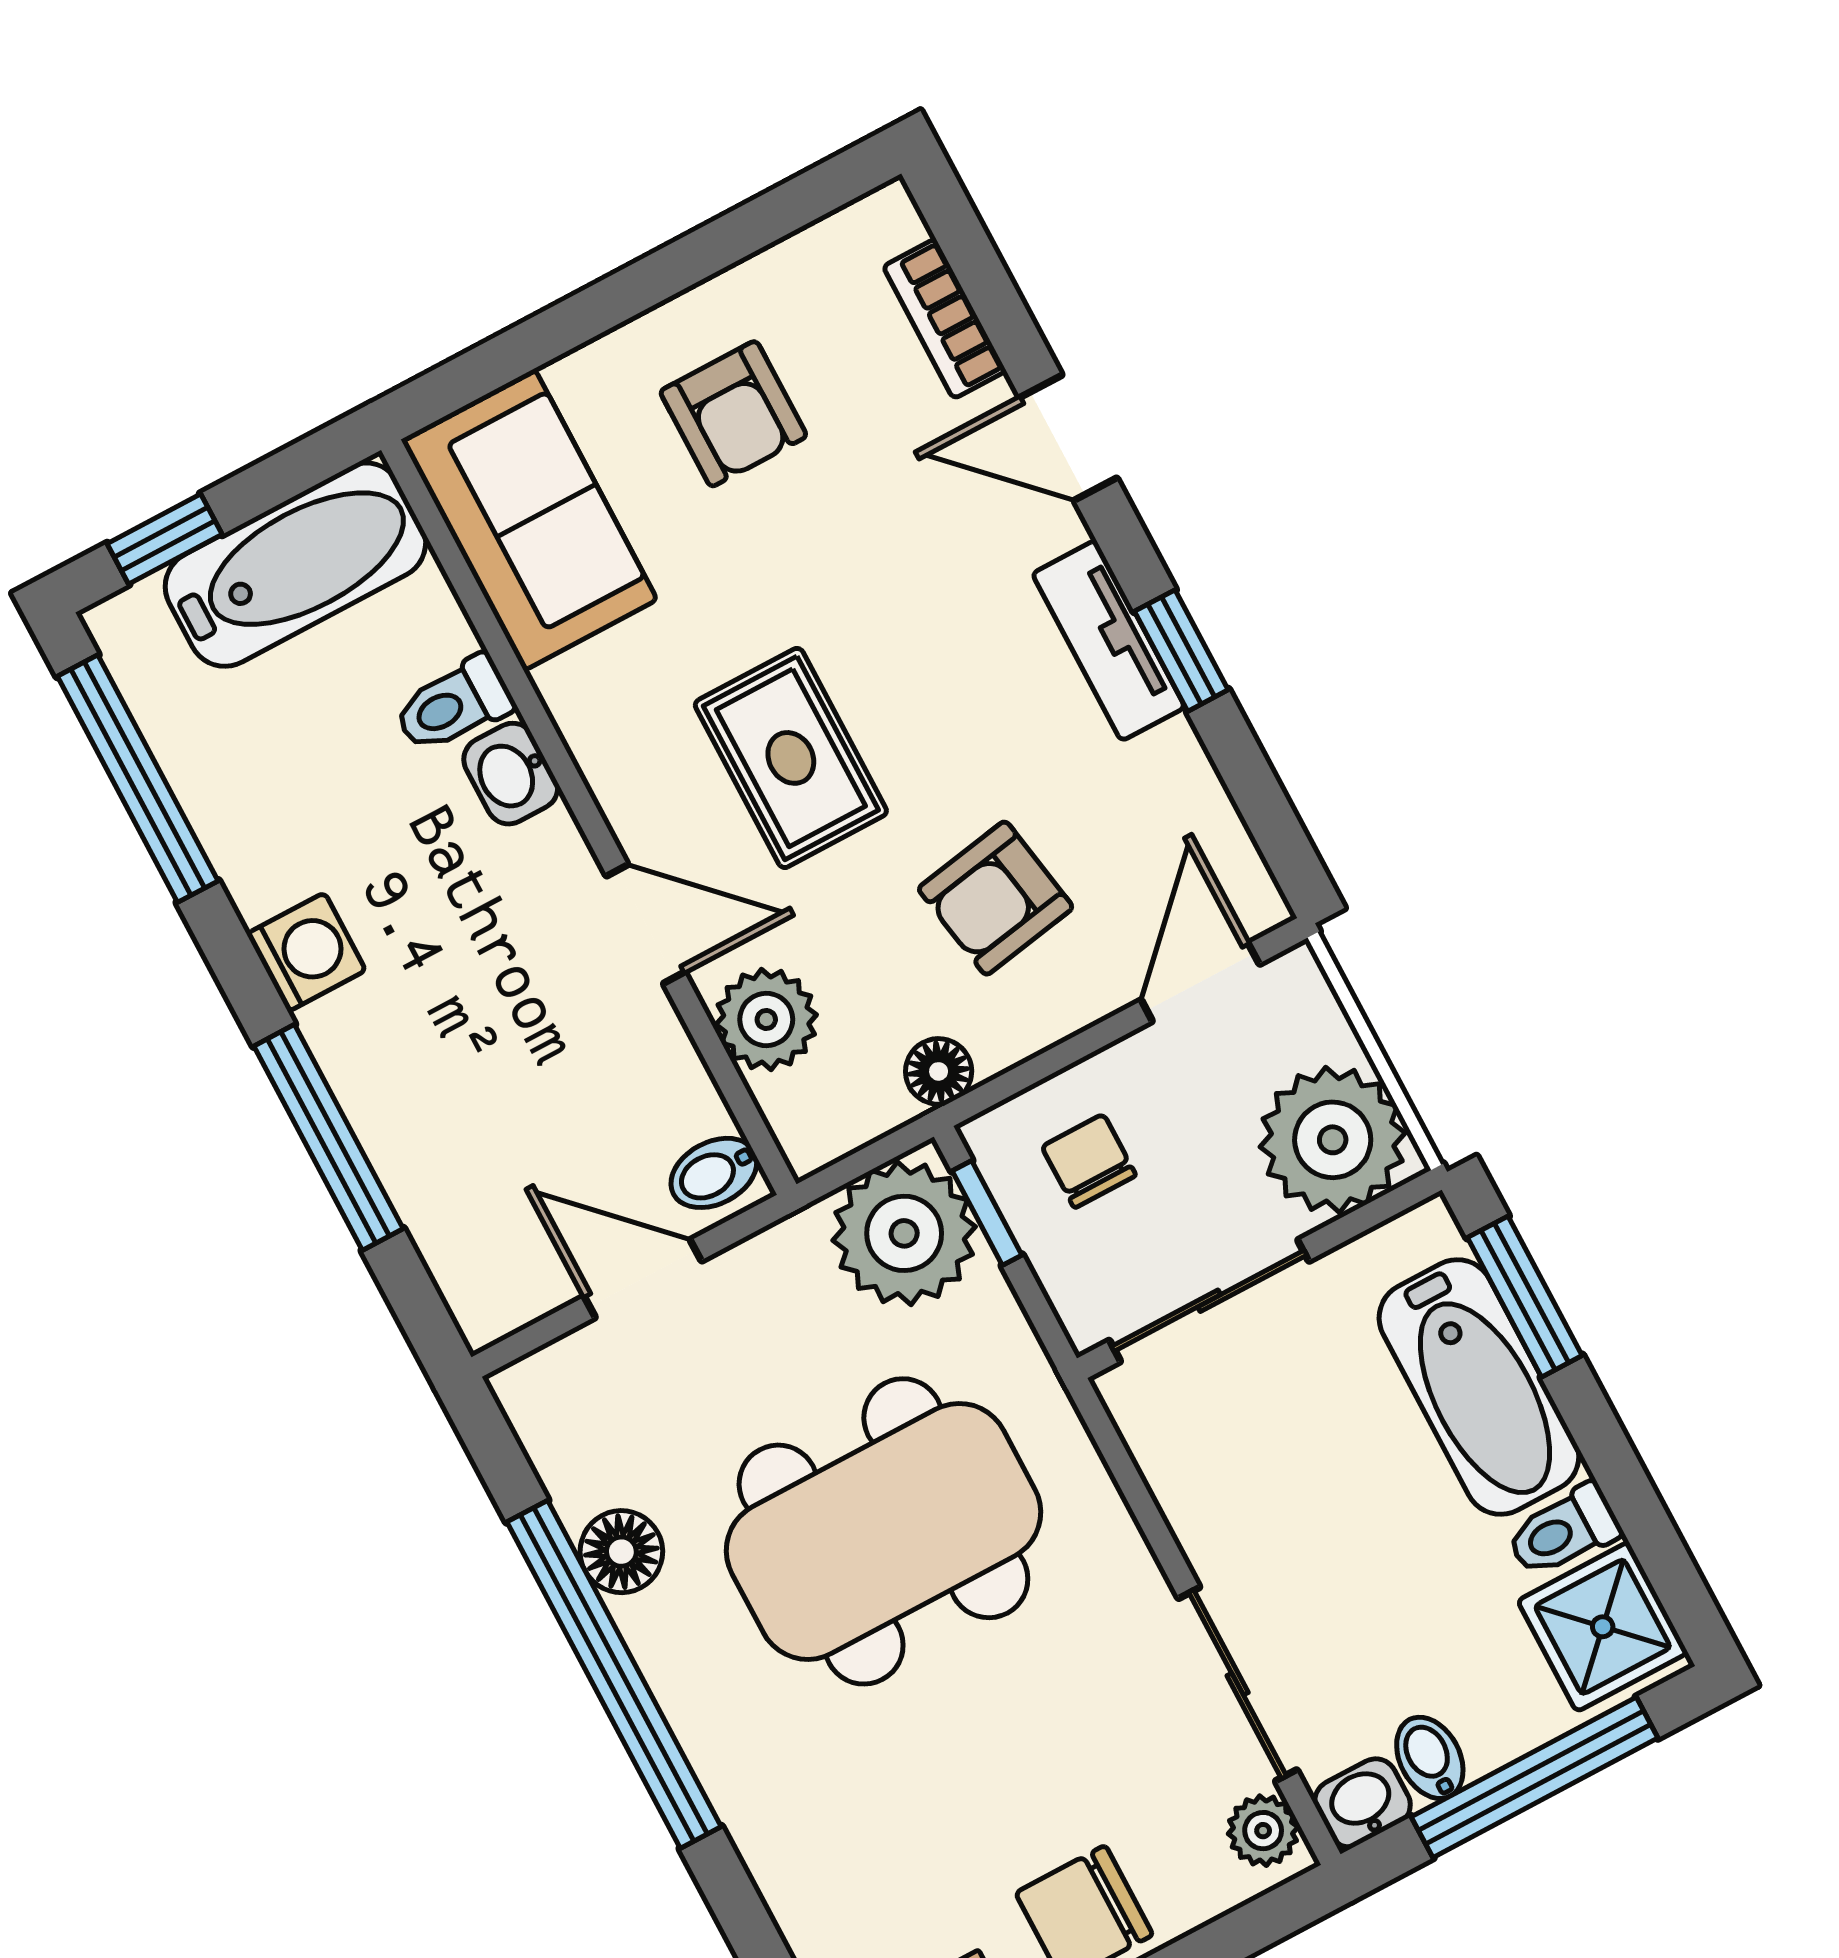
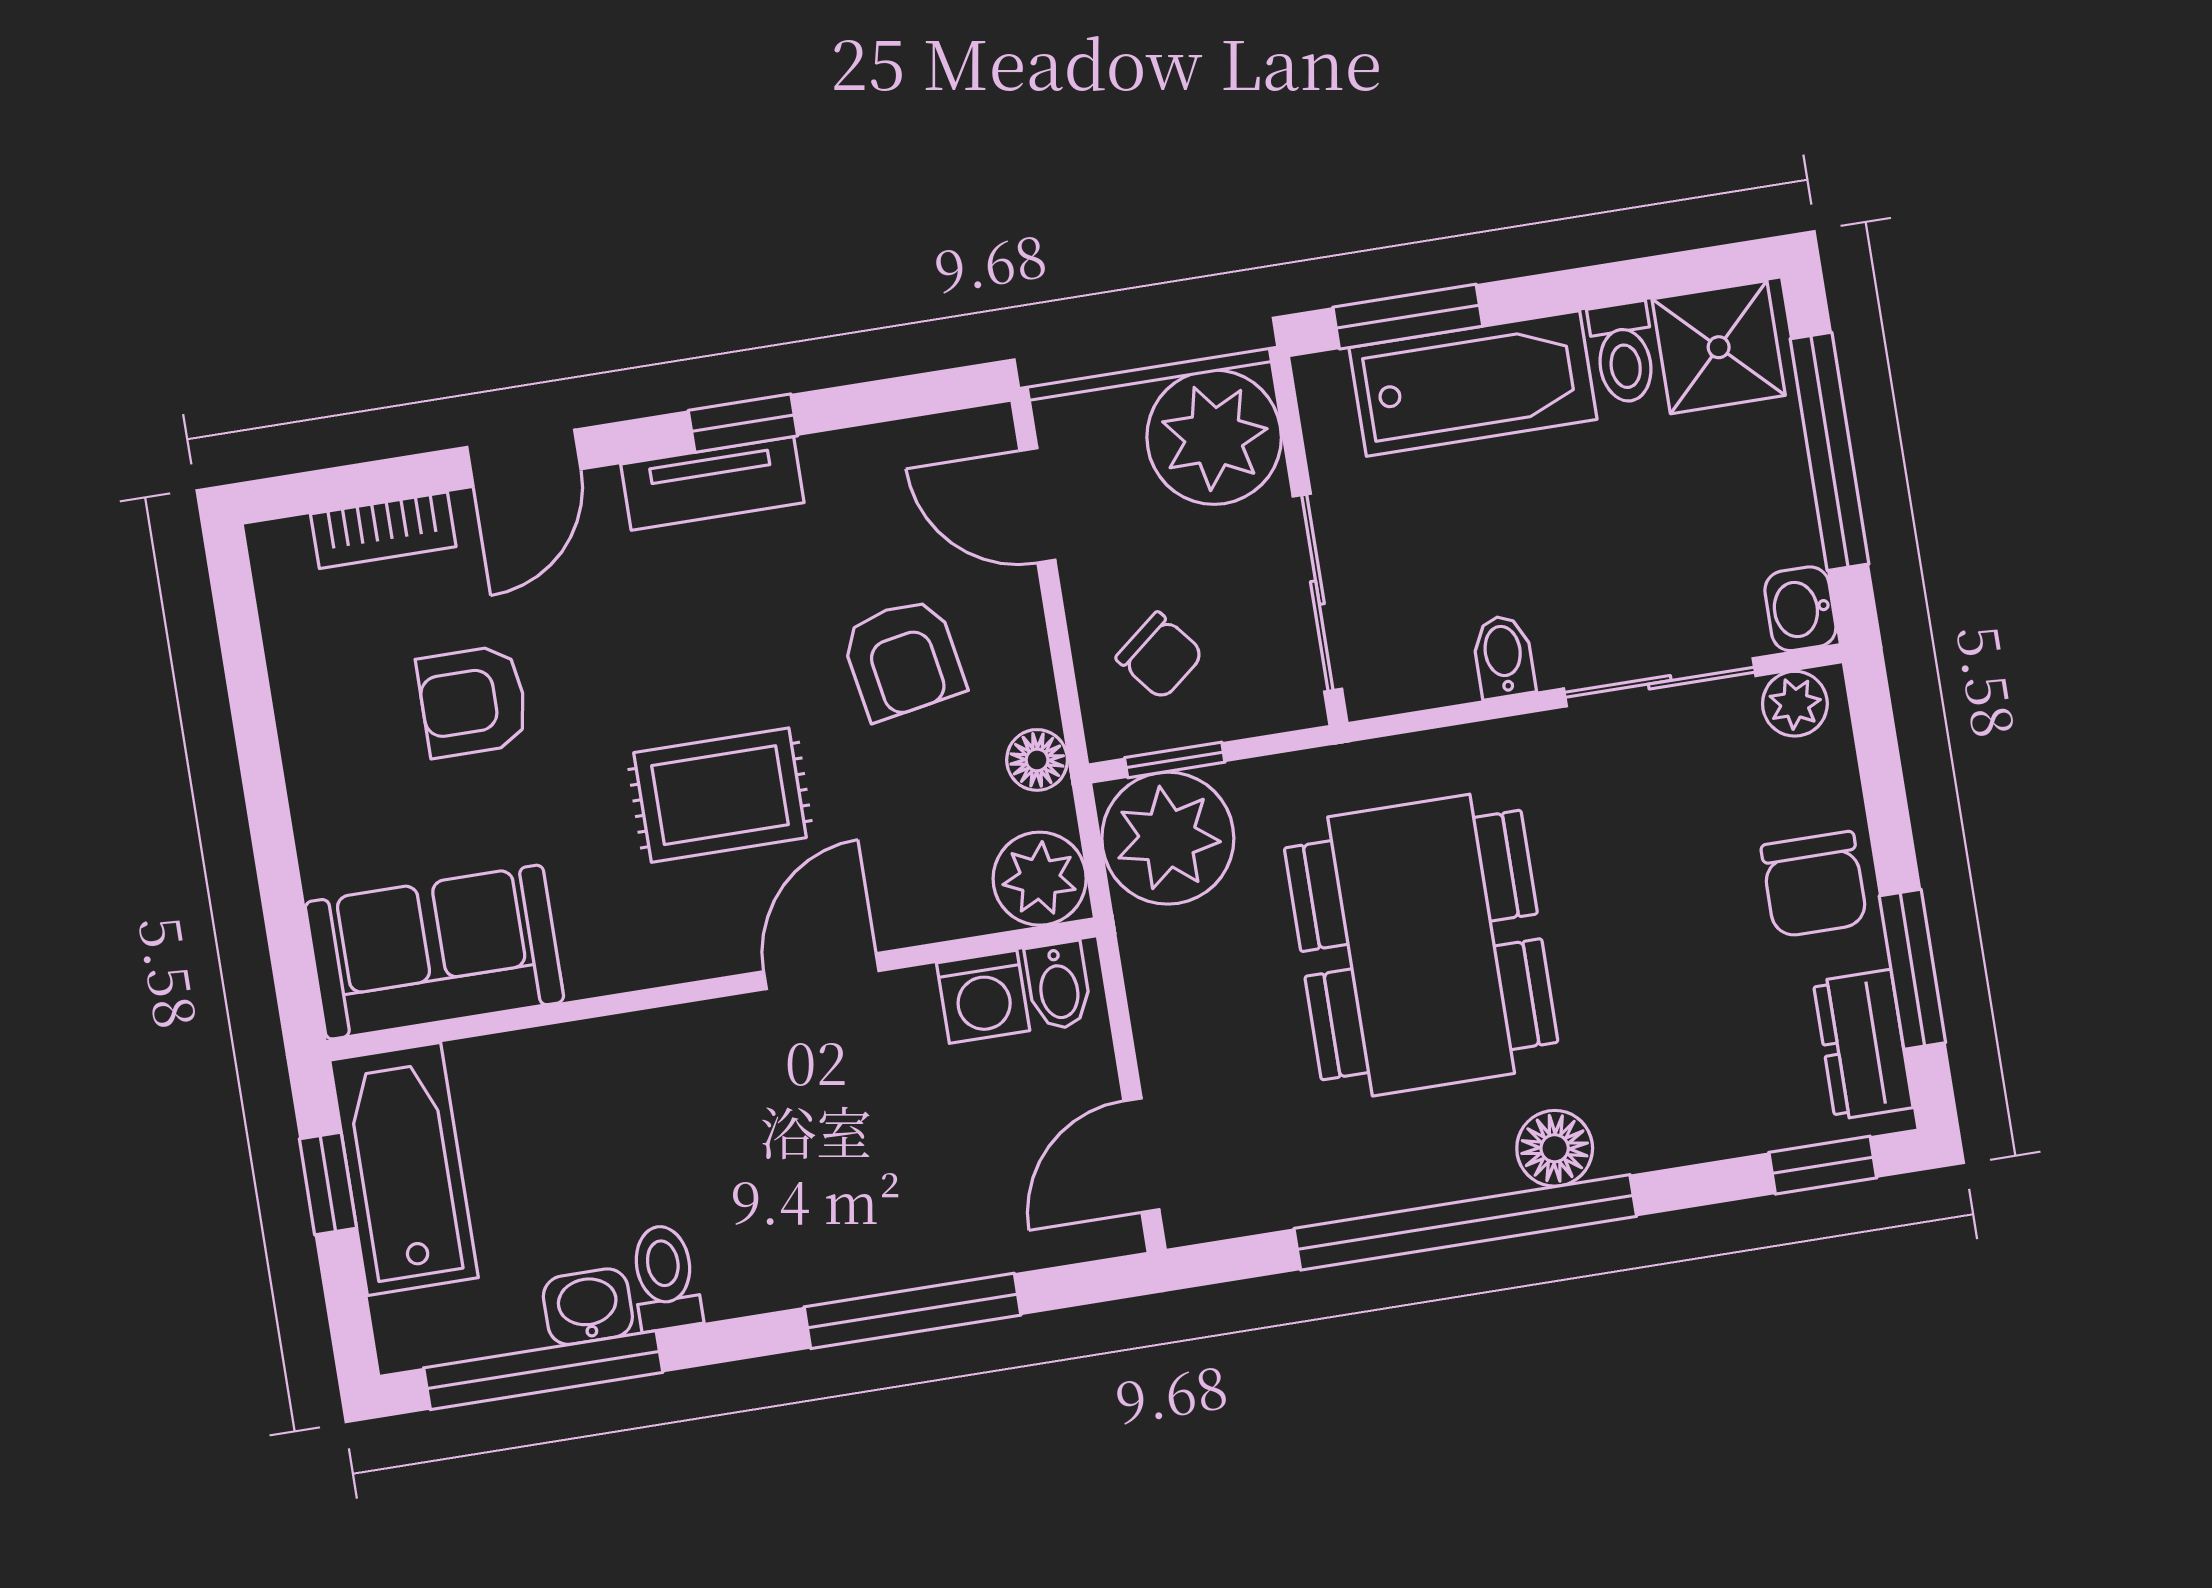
armchair: (733, 414) -> (473, 701), moved, turned 180
window: (165, 539) -> (328, 1184), moved
toilet: (454, 705) -> (665, 1277), moved, turned 180
washbasin: (511, 774) -> (588, 1307), moved, turned 180
washing machine: (306, 952) -> (983, 997), moved, turned 180
plant: (766, 1020) -> (1040, 879), moved
chair: (1089, 1161) -> (1160, 656), turned -129
door: (643, 1279) -> (1141, 1155), moved
floor lamp: (621, 1552) -> (1555, 1148), moved
bidet: (1430, 1758) -> (1503, 657), moved, turned 90

